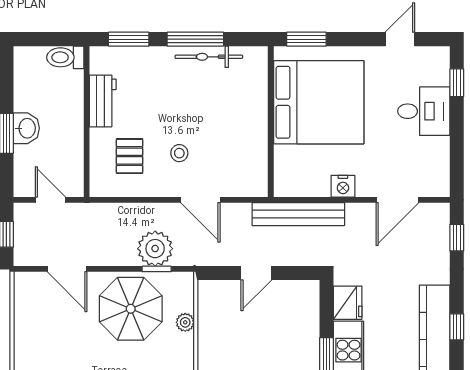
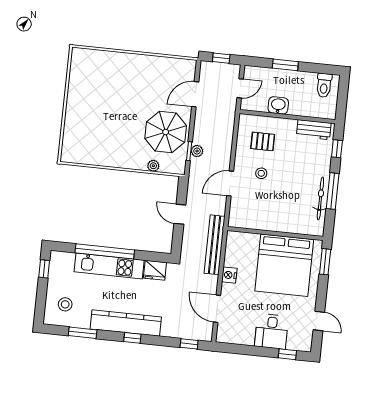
window: (129, 39) -> (337, 149), width x0.67
toilet: (65, 57) -> (324, 85), moved, turned 180
workbench: (103, 101) -> (314, 130), moved
washbasin: (26, 128) -> (278, 105), moved, turned 180
plant: (155, 249) -> (197, 151), width x0.53, depth x0.53

